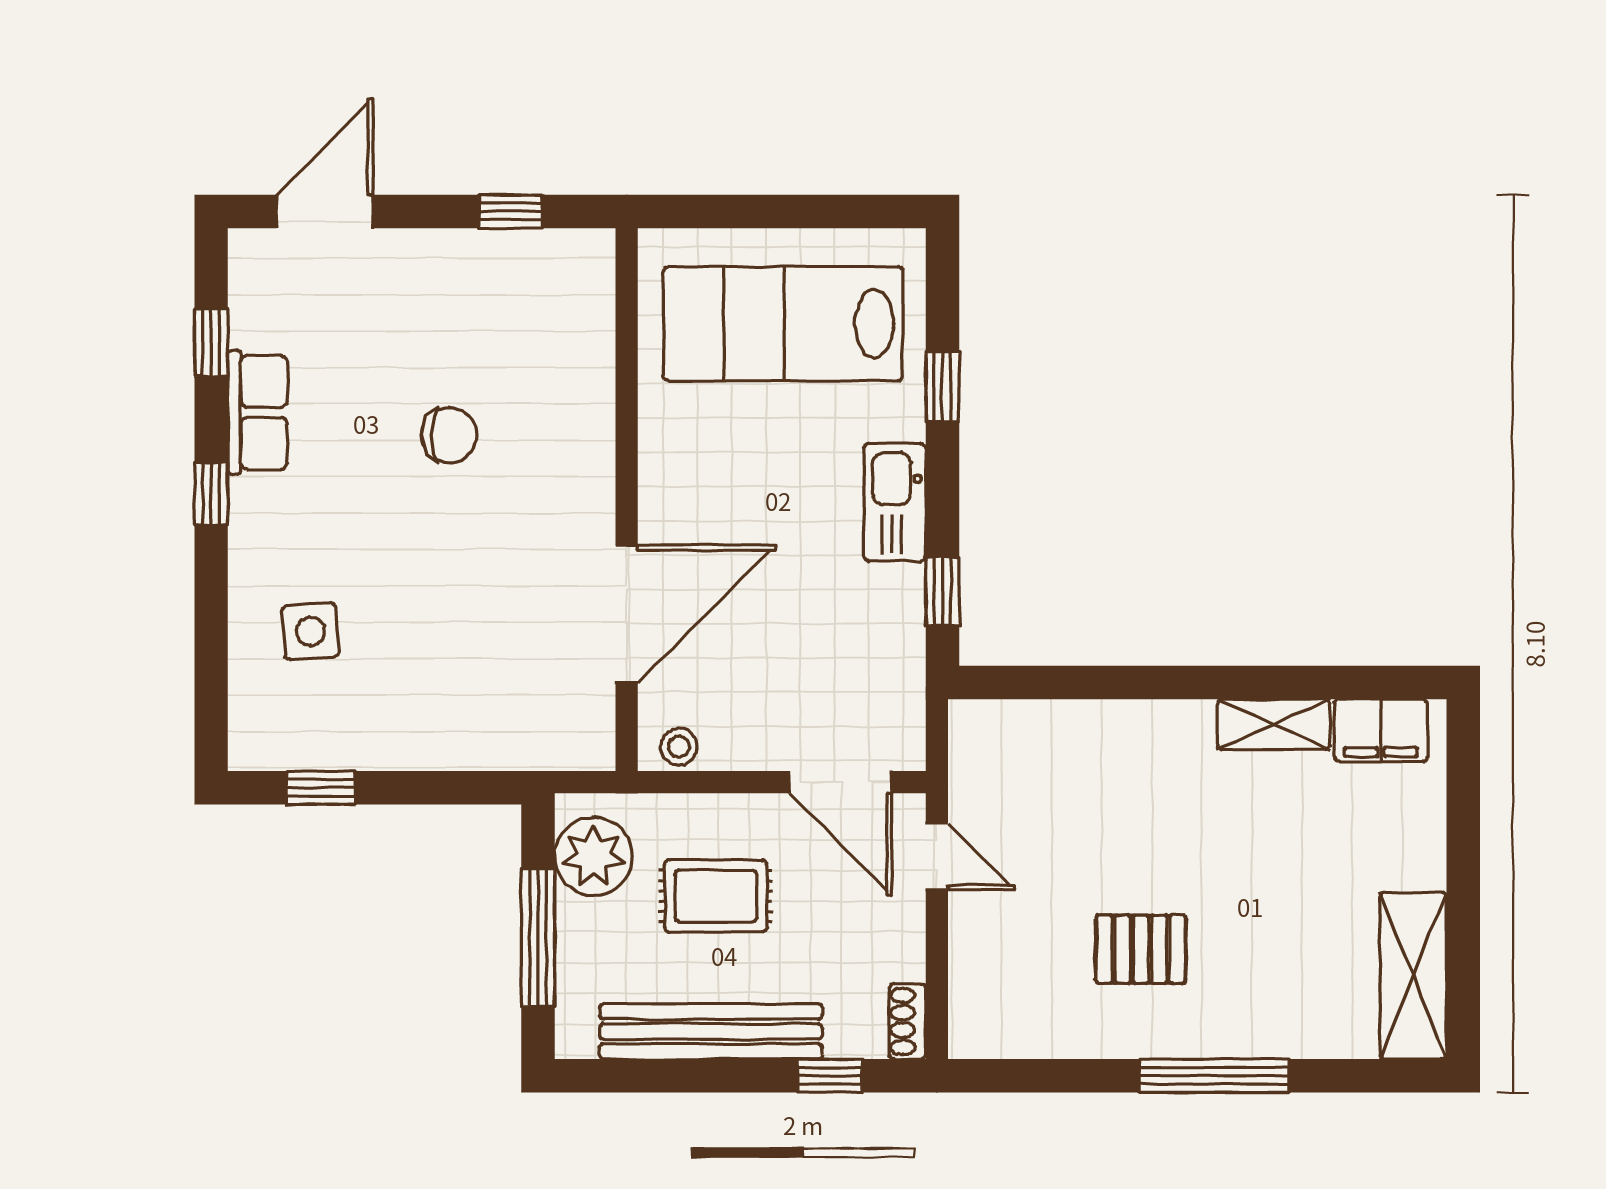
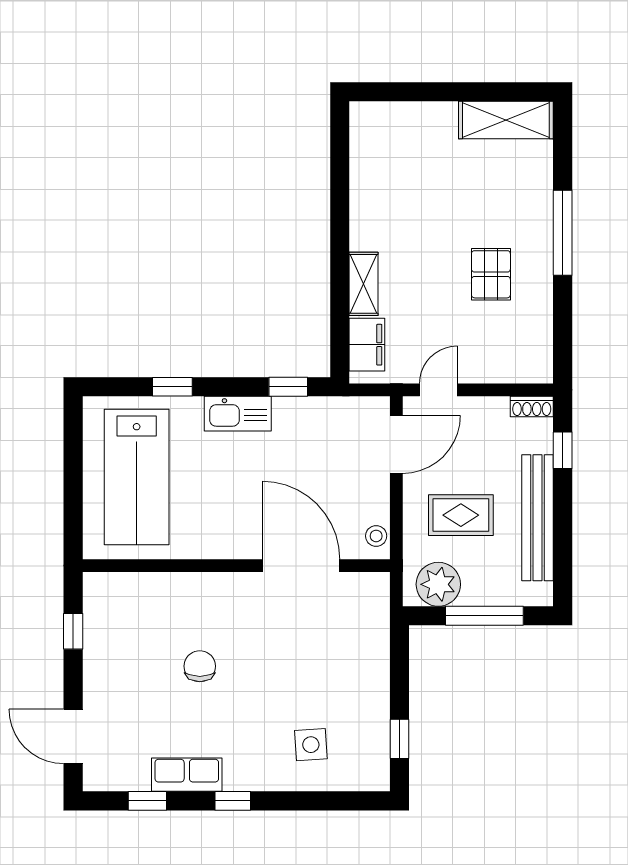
shelving: (1273, 724) -> (364, 284), moved
filing cabinet: (1381, 730) -> (367, 345), moved
rug: (716, 896) -> (461, 515), turned 90

